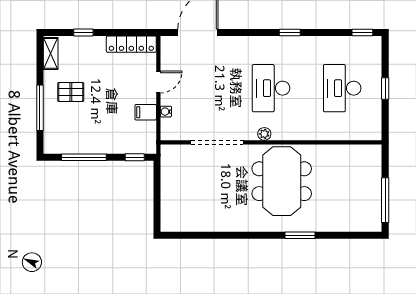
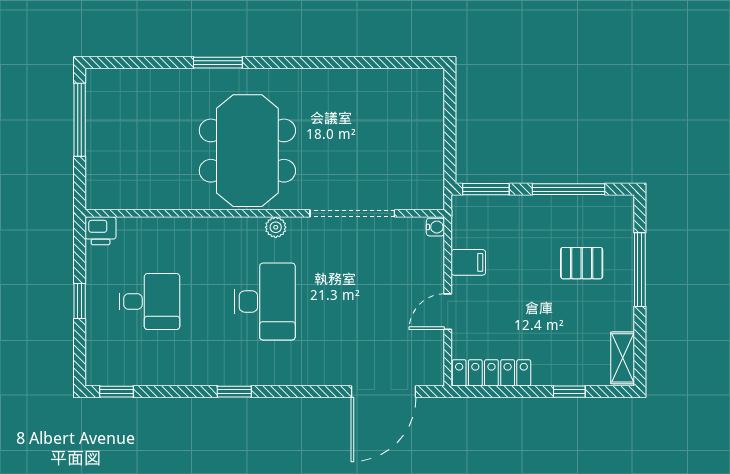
desk: (342, 88) -> (149, 301), width x0.73
pallet: (71, 92) -> (582, 263), moved
water cooler: (166, 112) -> (435, 227), moved
printer: (372, 132) -> (101, 231), added
window: (135, 157) -> (486, 189), width x1.50

